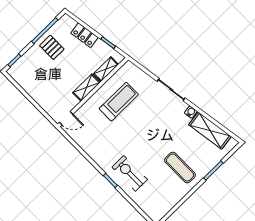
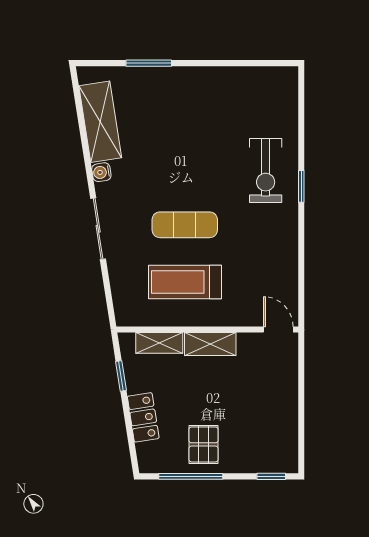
exercise mat: (180, 168) -> (185, 225), moved, turned 90

